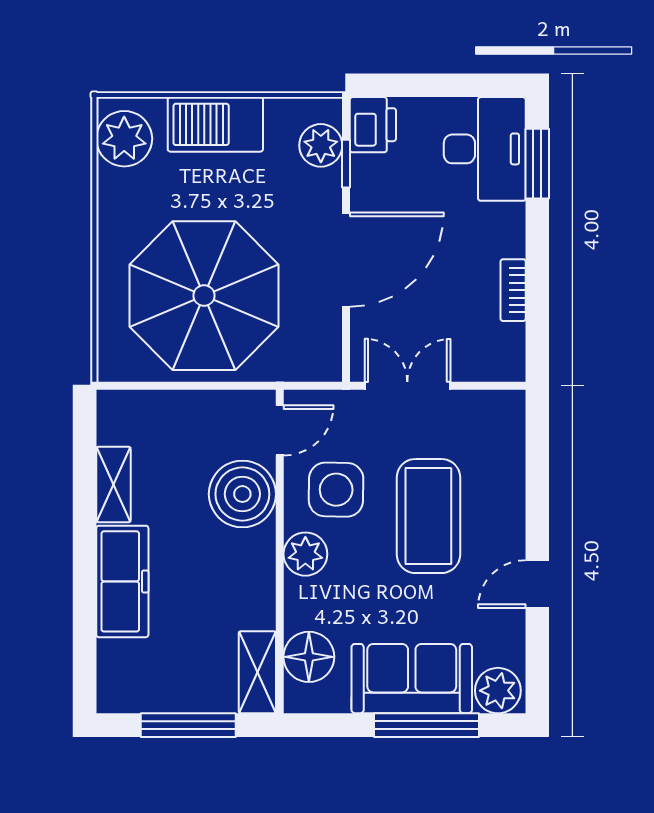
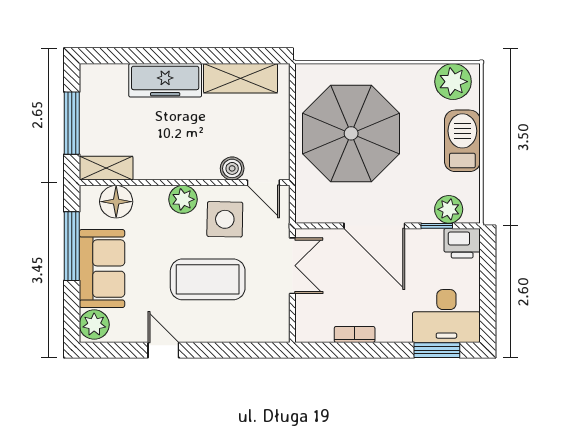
shelving: (113, 485) -> (241, 78), width x1.50, depth x1.33
boiler: (242, 494) -> (232, 168), width x0.54, depth x0.54
window: (427, 725) -> (72, 246), moved

